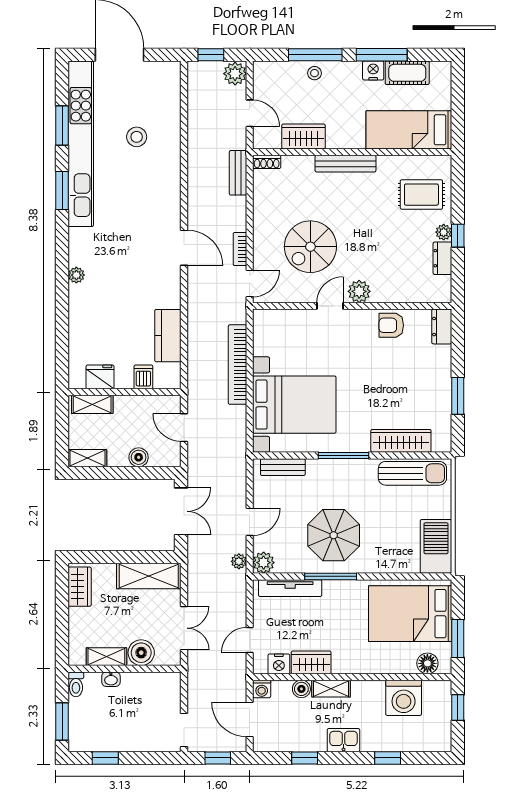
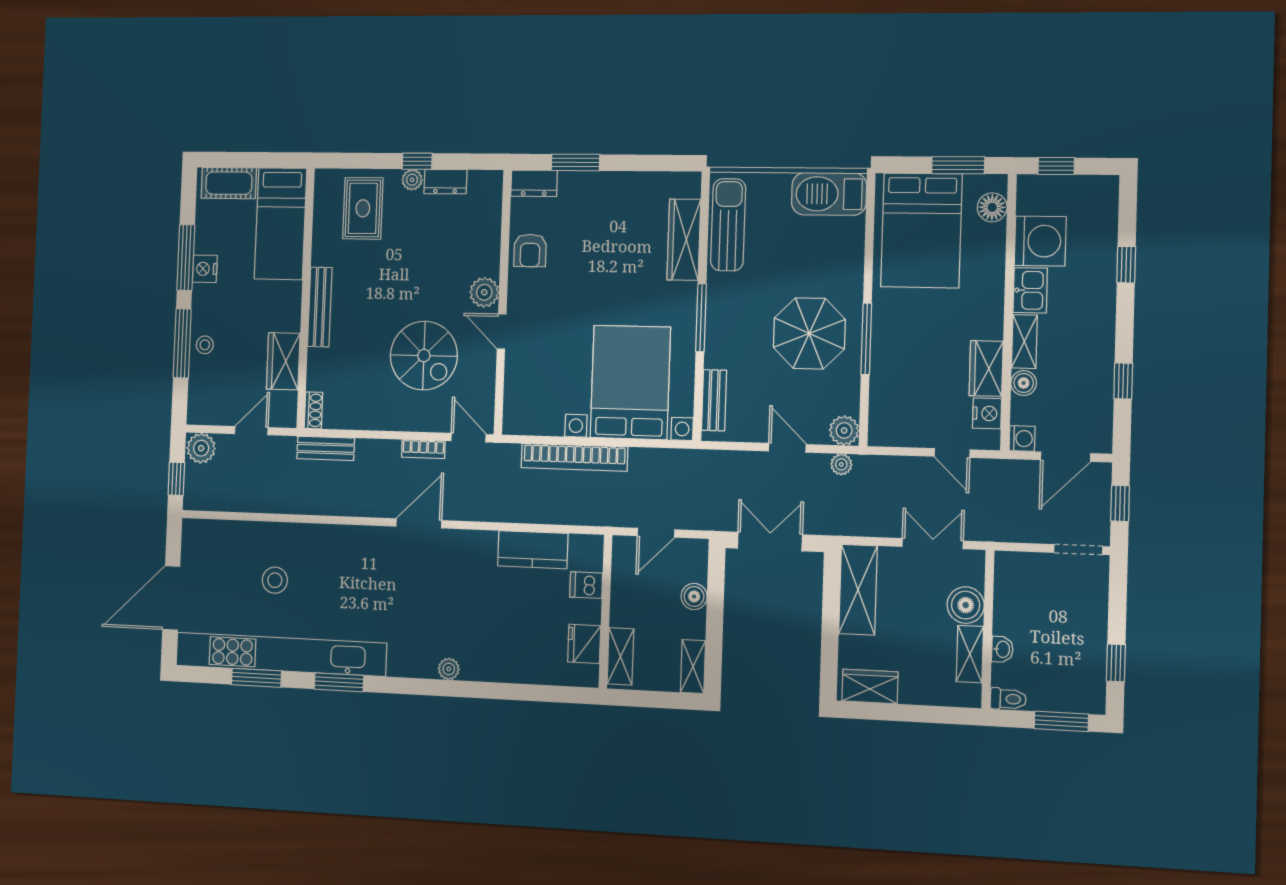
cot: (407, 73) -> (229, 183), moved, turned 90
window: (458, 396) -> (575, 162), moved
tv unit: (290, 588) -> (881, 395), removed
kitchen sink: (344, 740) -> (1030, 290), moved, turned 180

